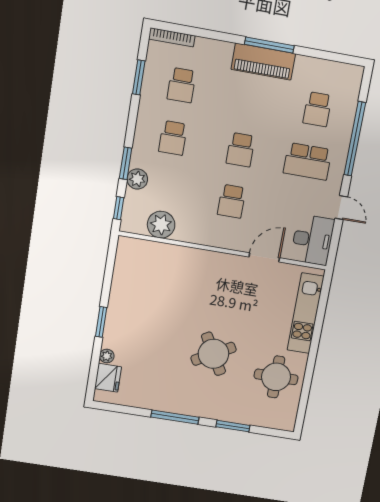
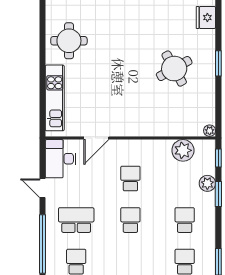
round table: (213, 354) -> (174, 69), moved
plant: (107, 356) -> (210, 131), moved

